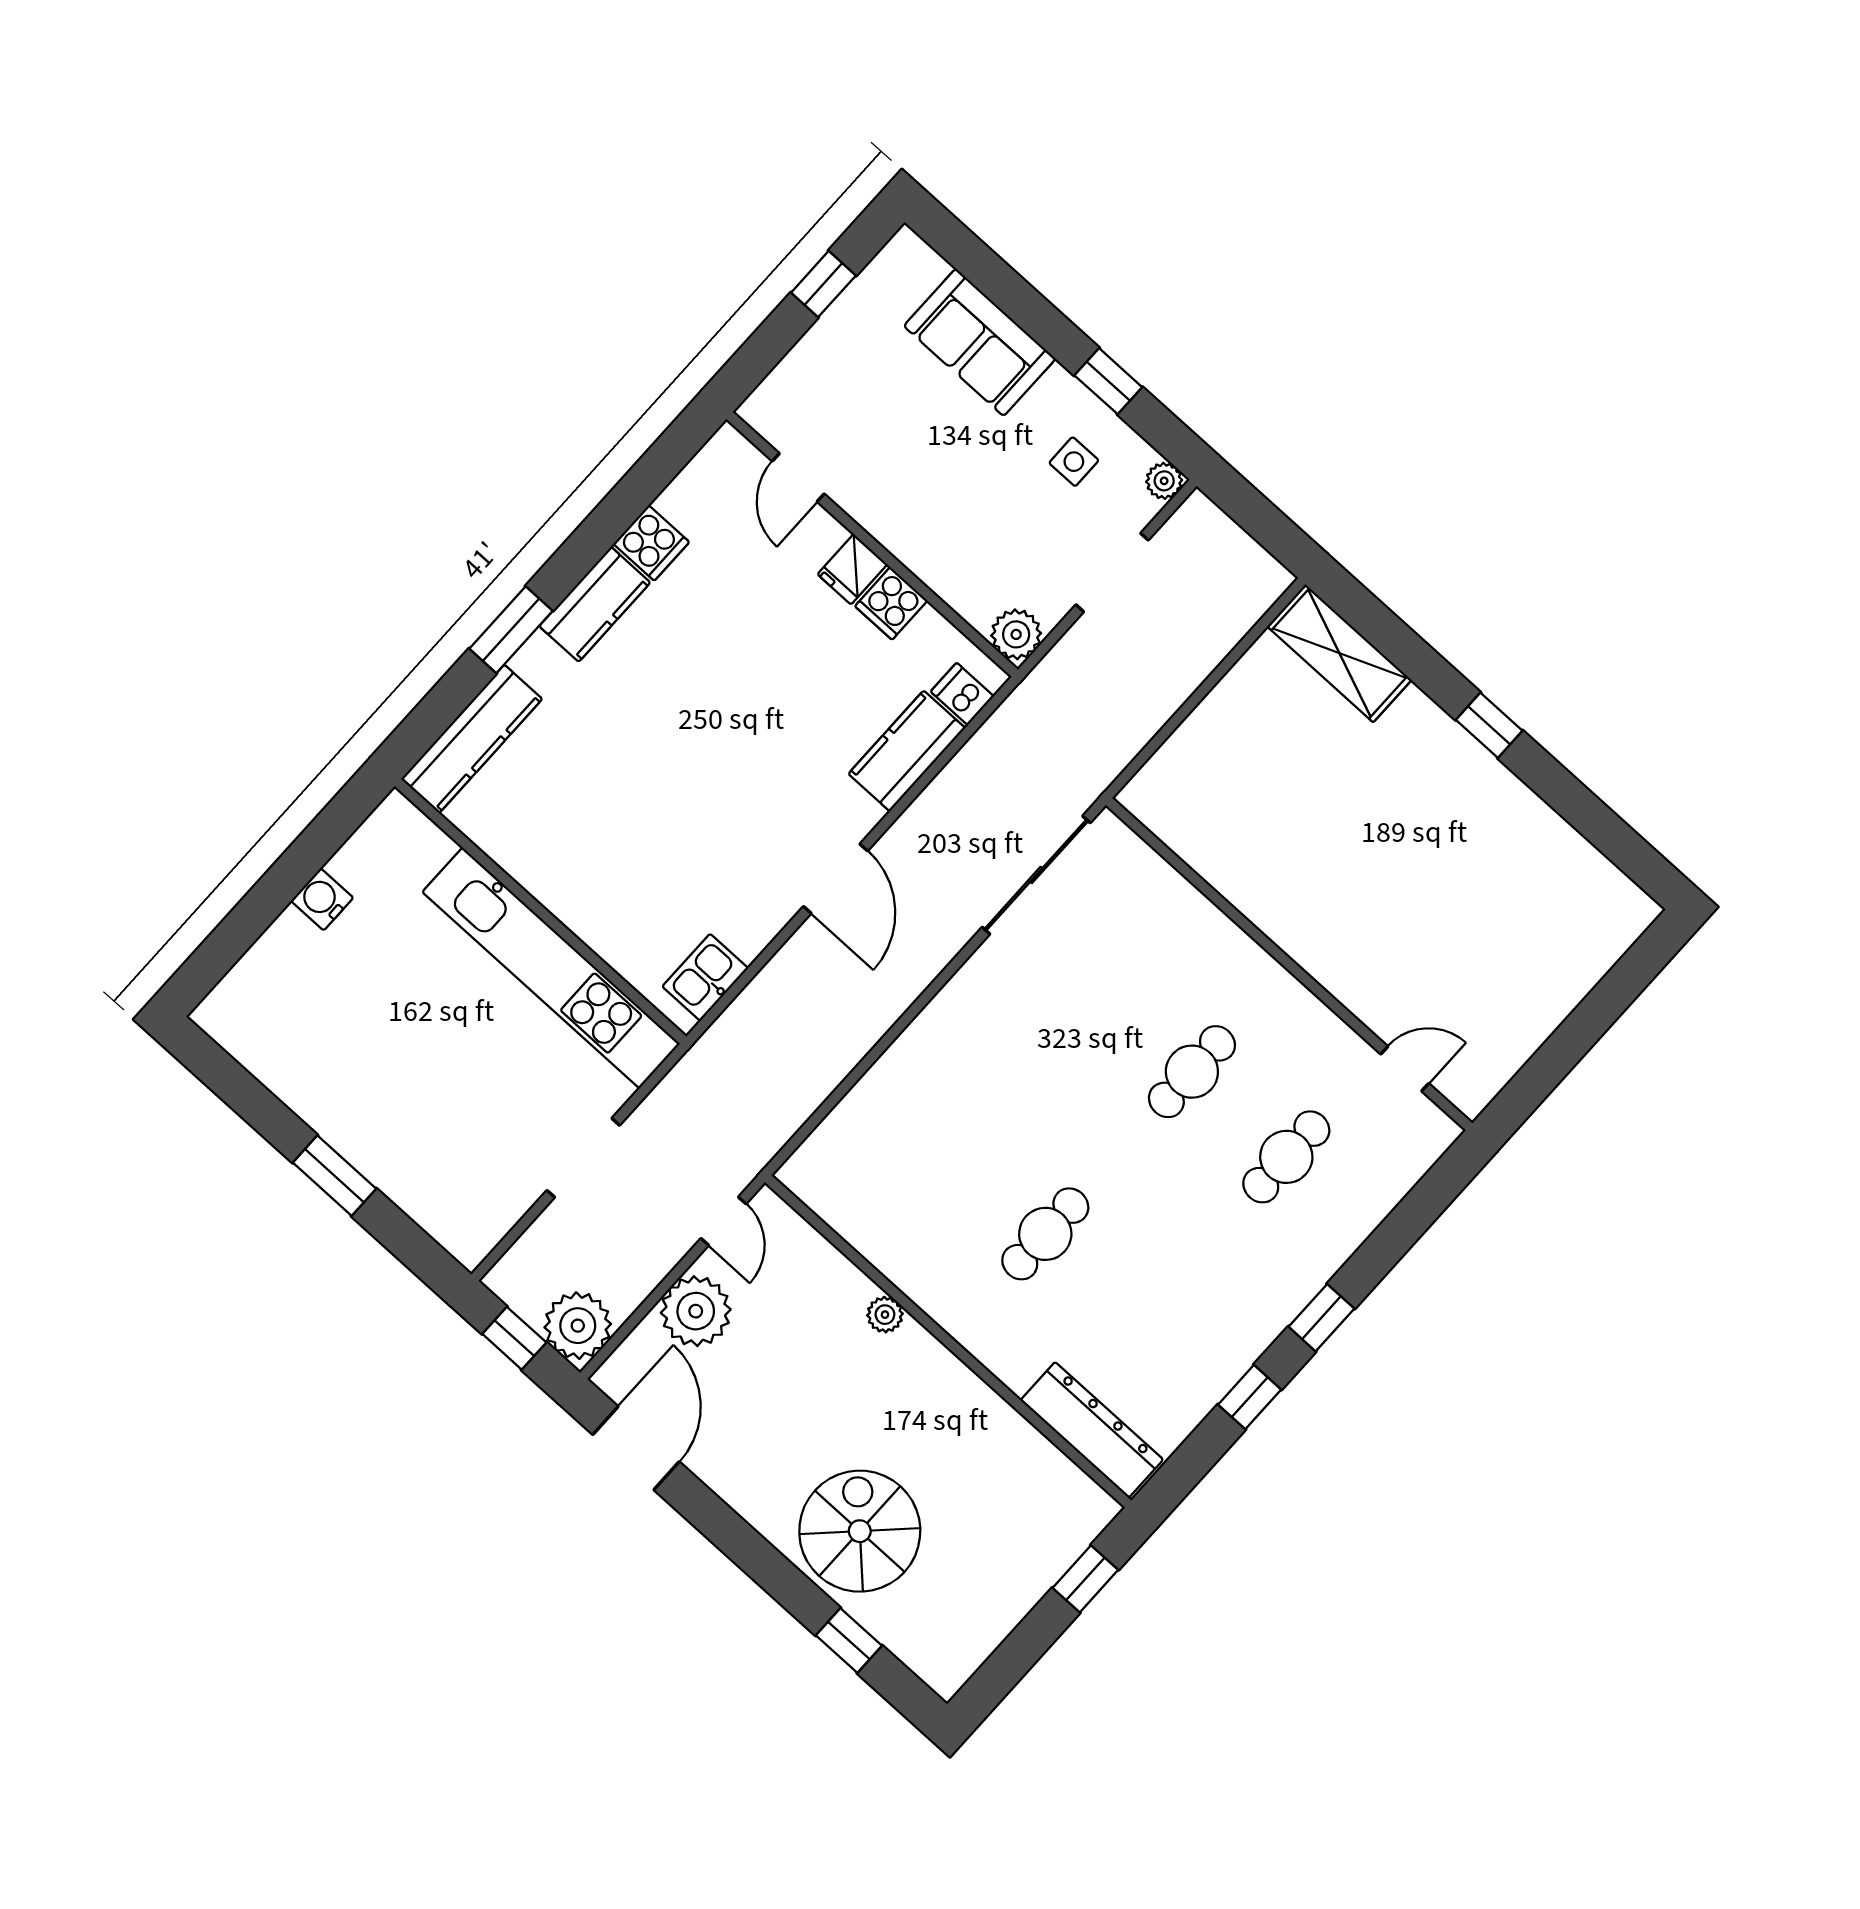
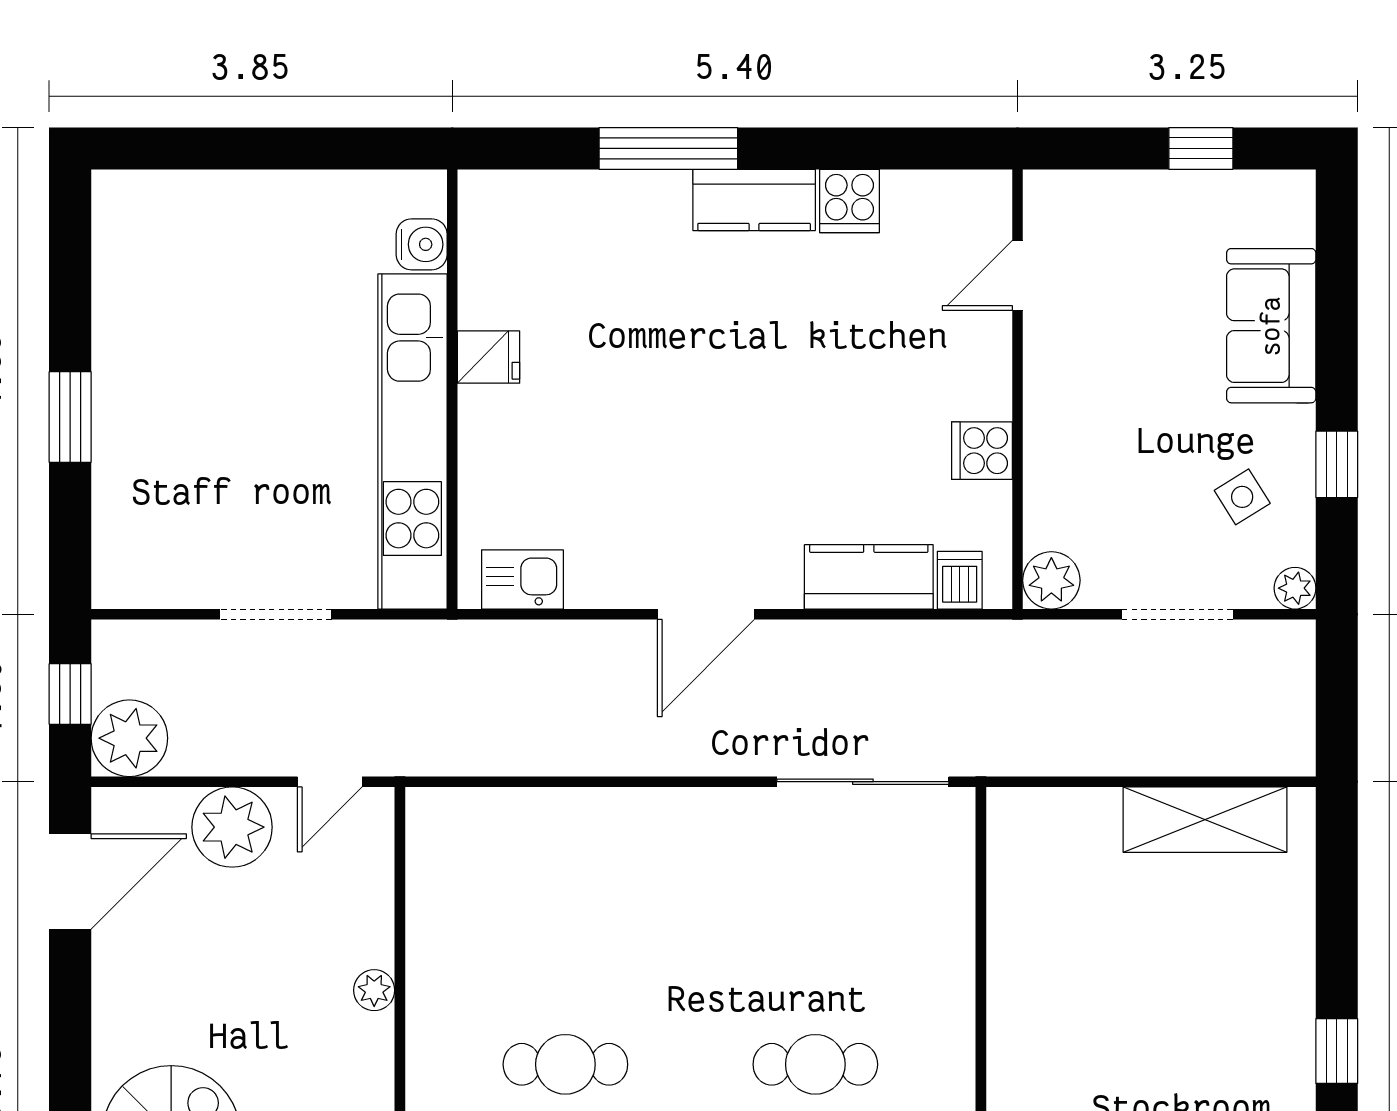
side table: (1074, 462) -> (1242, 497), turned -32
fridge: (852, 569) -> (489, 357), moved, turned 180
window: (511, 630) -> (668, 148), width x1.44
shelving: (1339, 653) -> (1205, 820), moved, turned 90
kitchen counter: (472, 739) -> (546, 199), removed
water cooler: (322, 899) -> (422, 244), moved, turned 90

